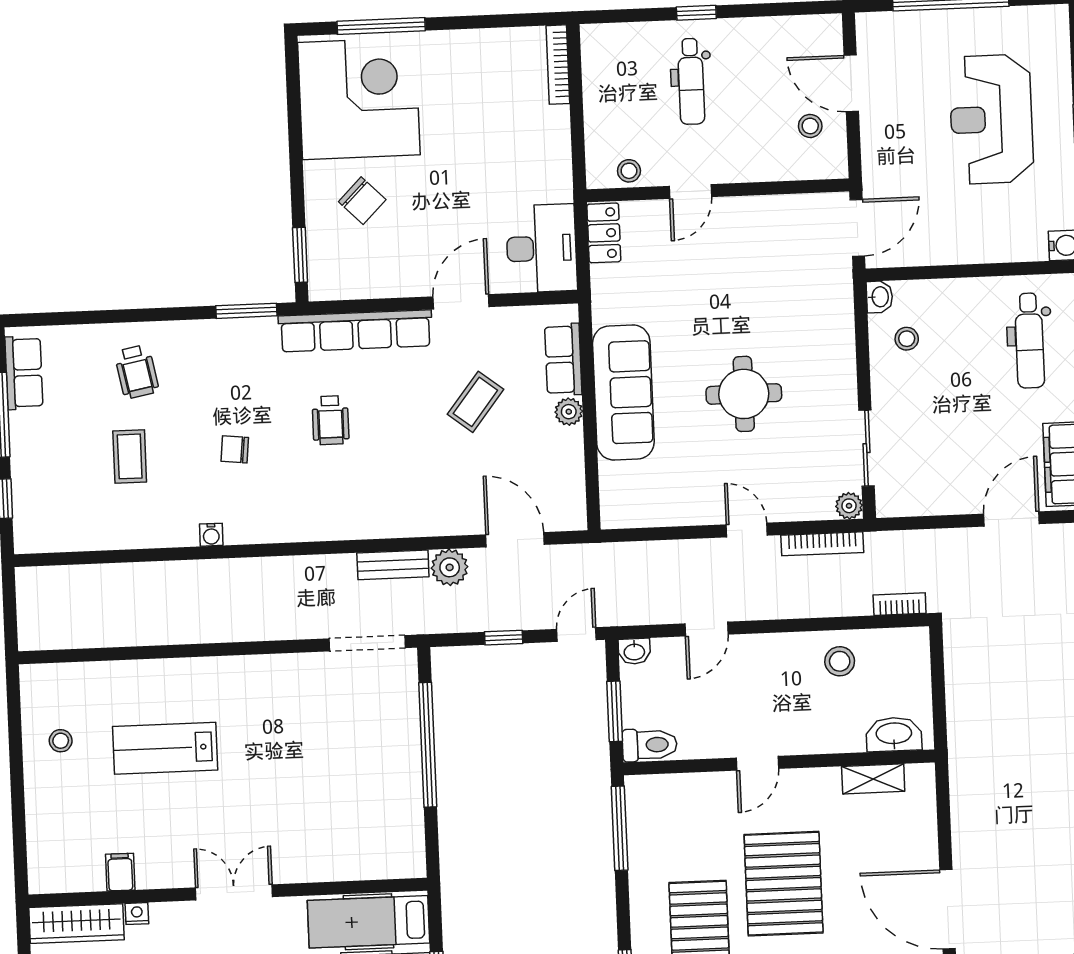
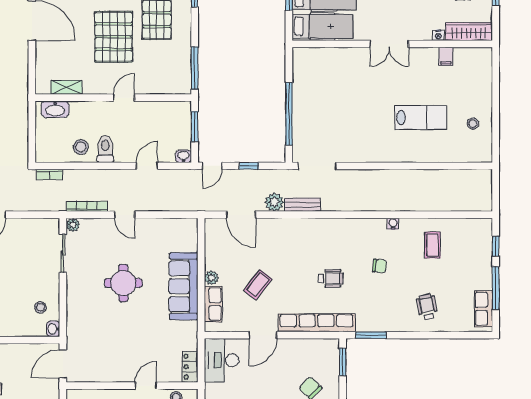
wheelchair: (331, 420) -> (331, 279), turned 90
coffee table: (130, 456) -> (432, 245), moved
toilet: (650, 745) -> (105, 149), moved, turned 90

